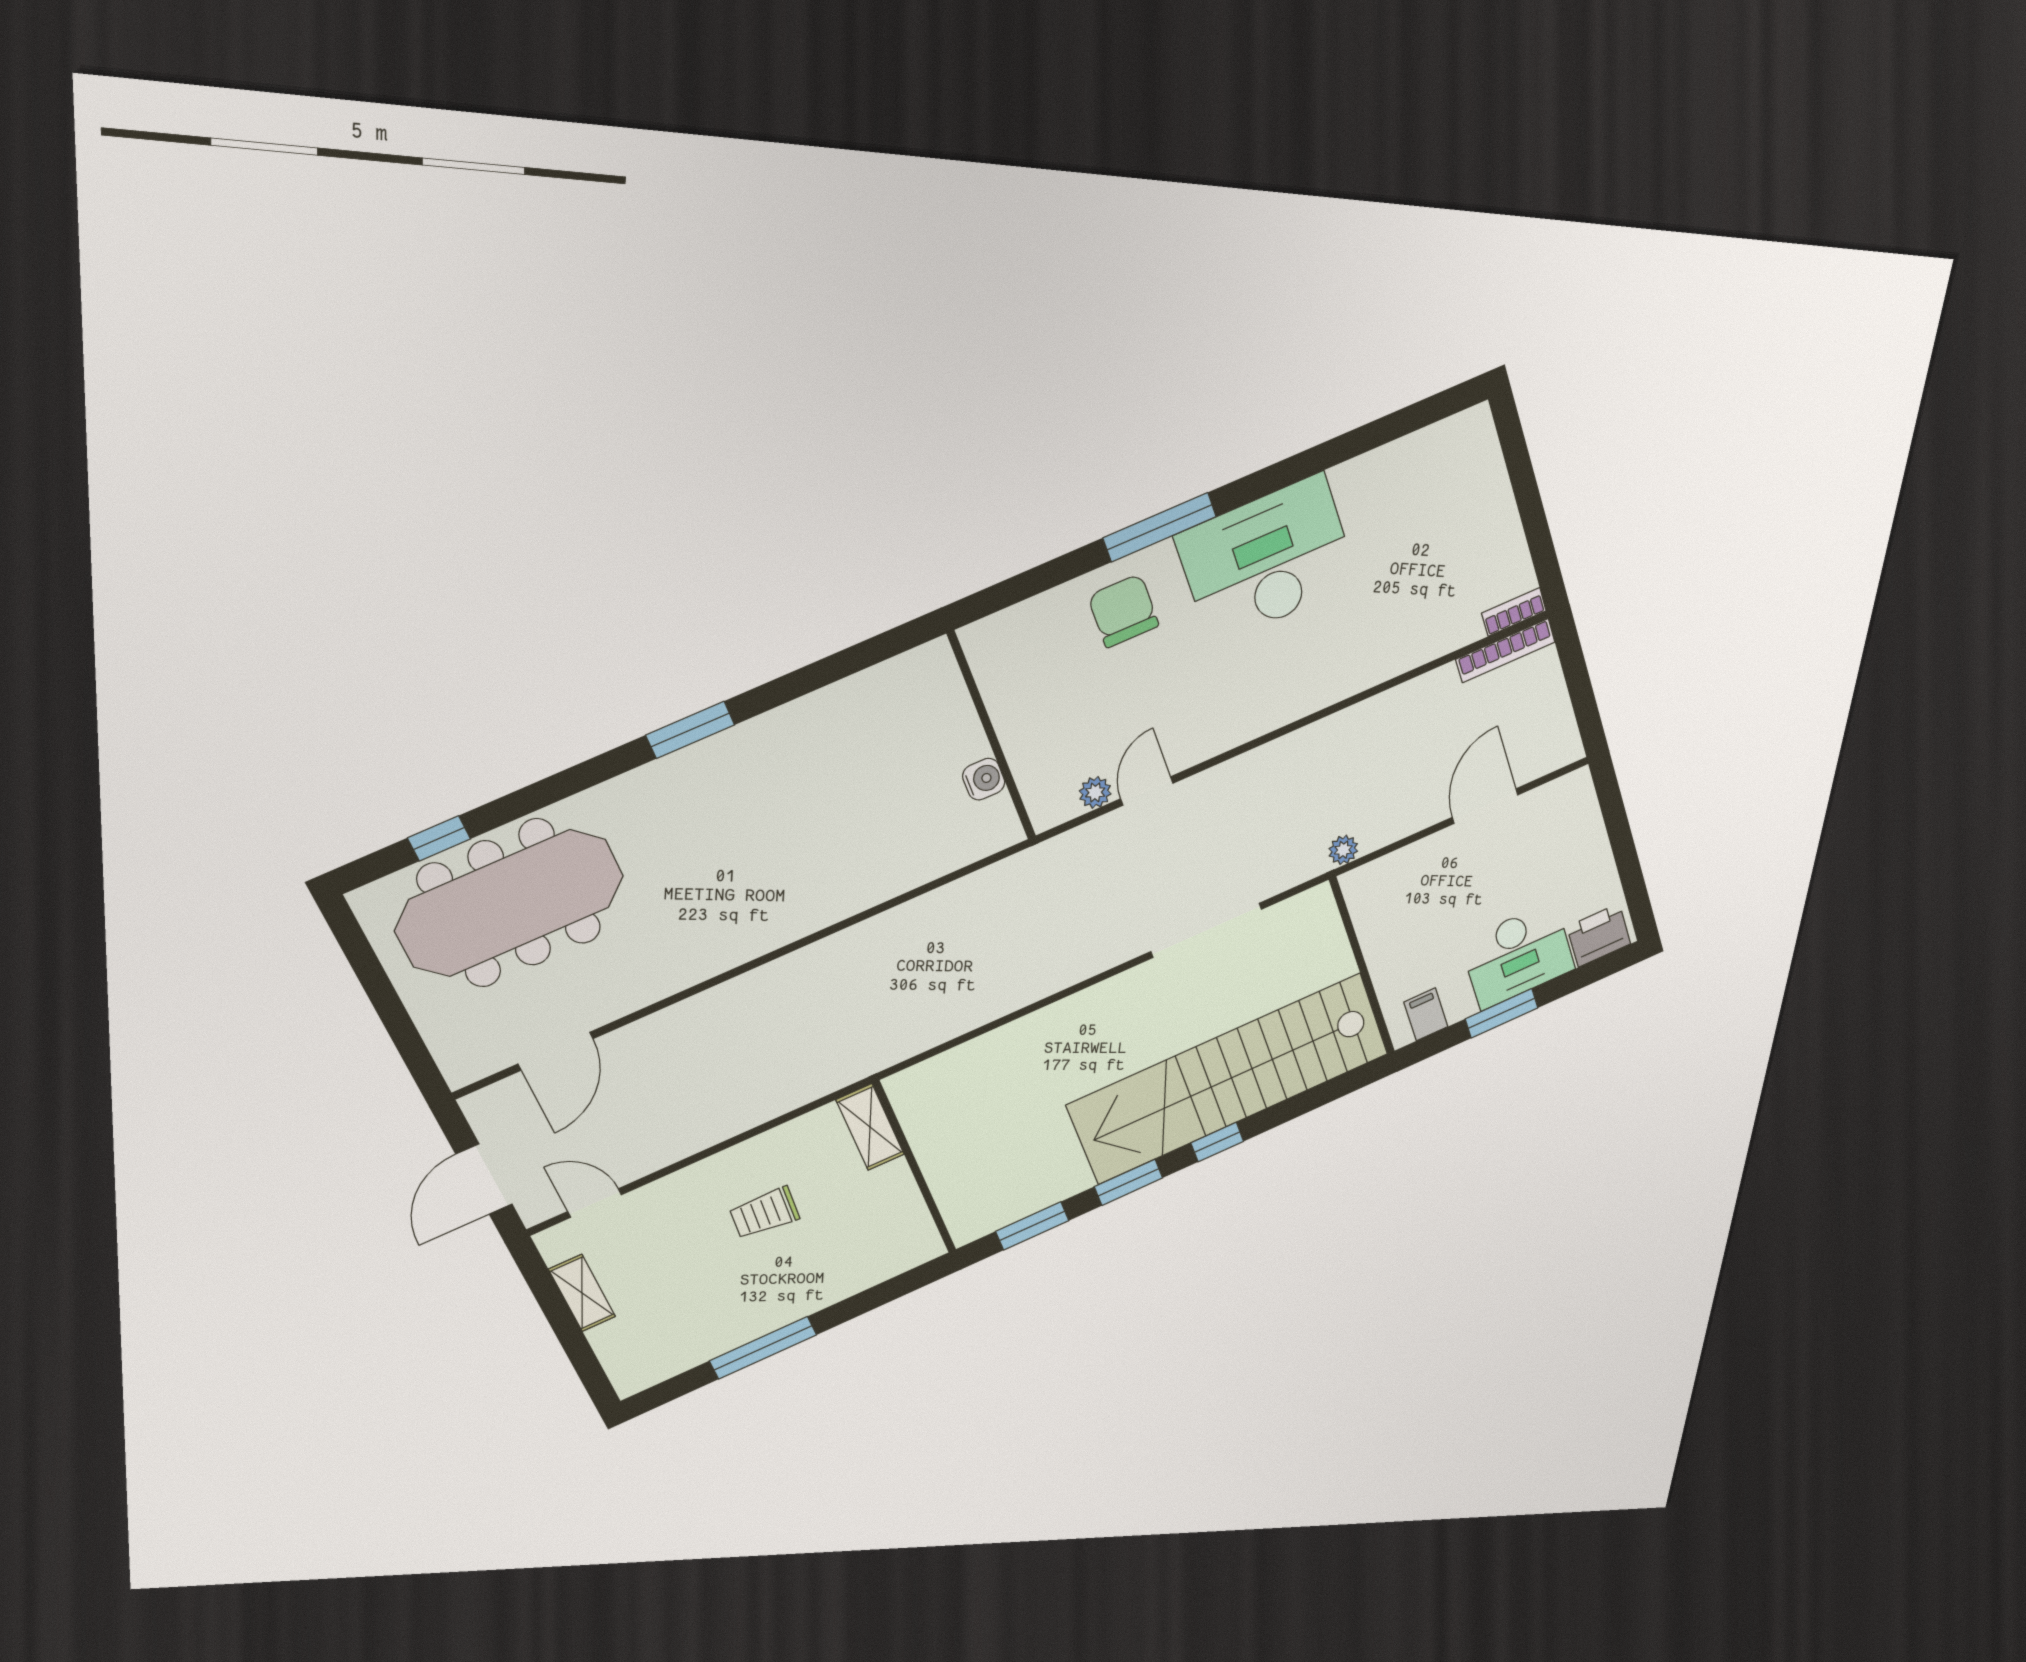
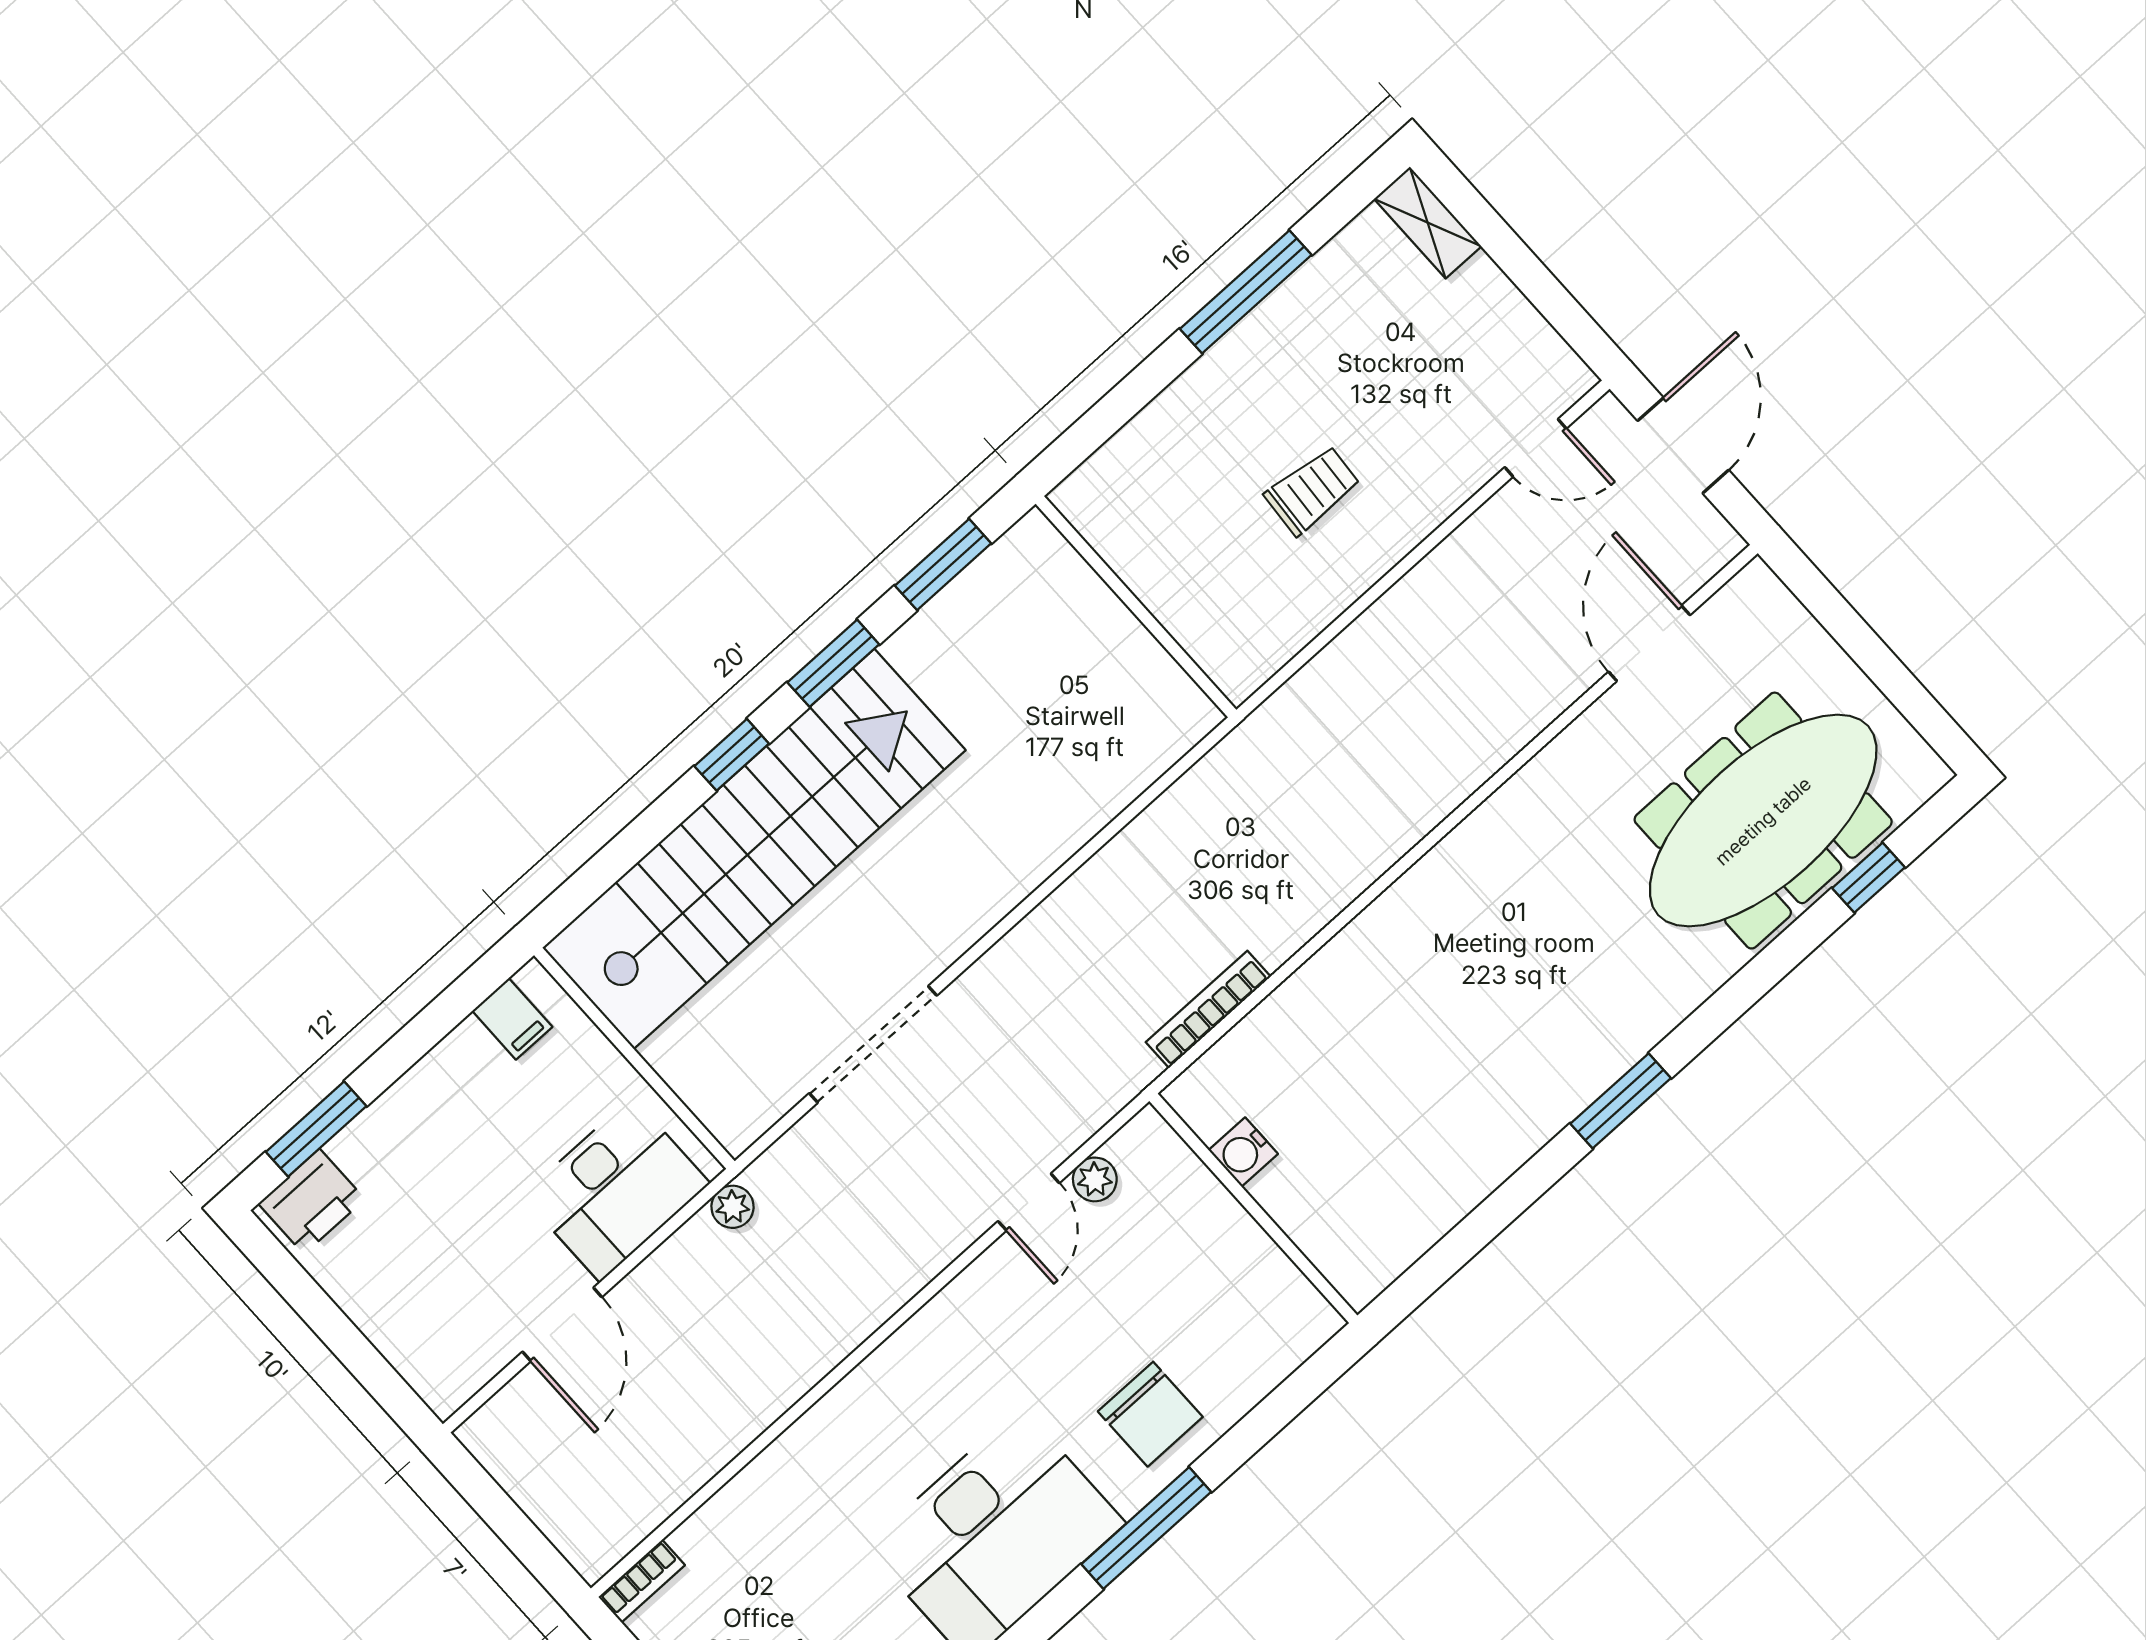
bookcase: (1505, 651) -> (1208, 1009), moved
desk: (1518, 955) -> (616, 1190), moved, turned 180
window: (1502, 1013) -> (316, 1129), moved
shelving: (870, 1127) -> (1217, 648), removed
shelving: (582, 1293) -> (1428, 223), moved

